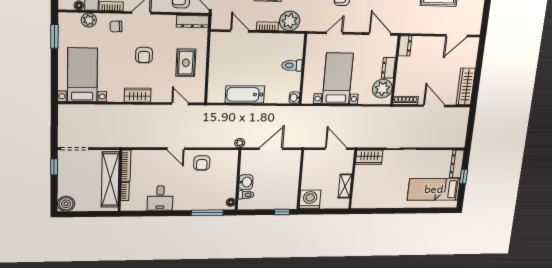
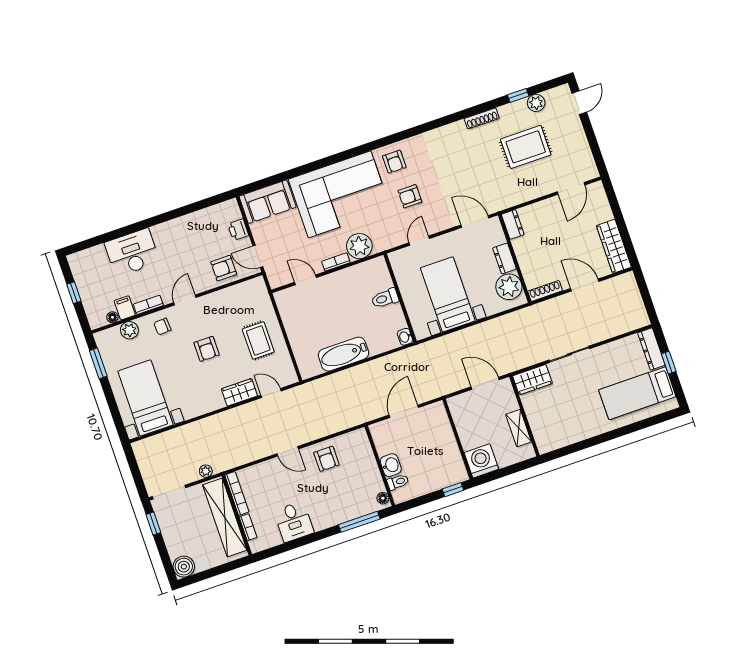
dresser: (192, 21) -> (247, 289), removed
wardrobe: (138, 95) -> (239, 392), moved
plant: (240, 143) -> (206, 471), moved

